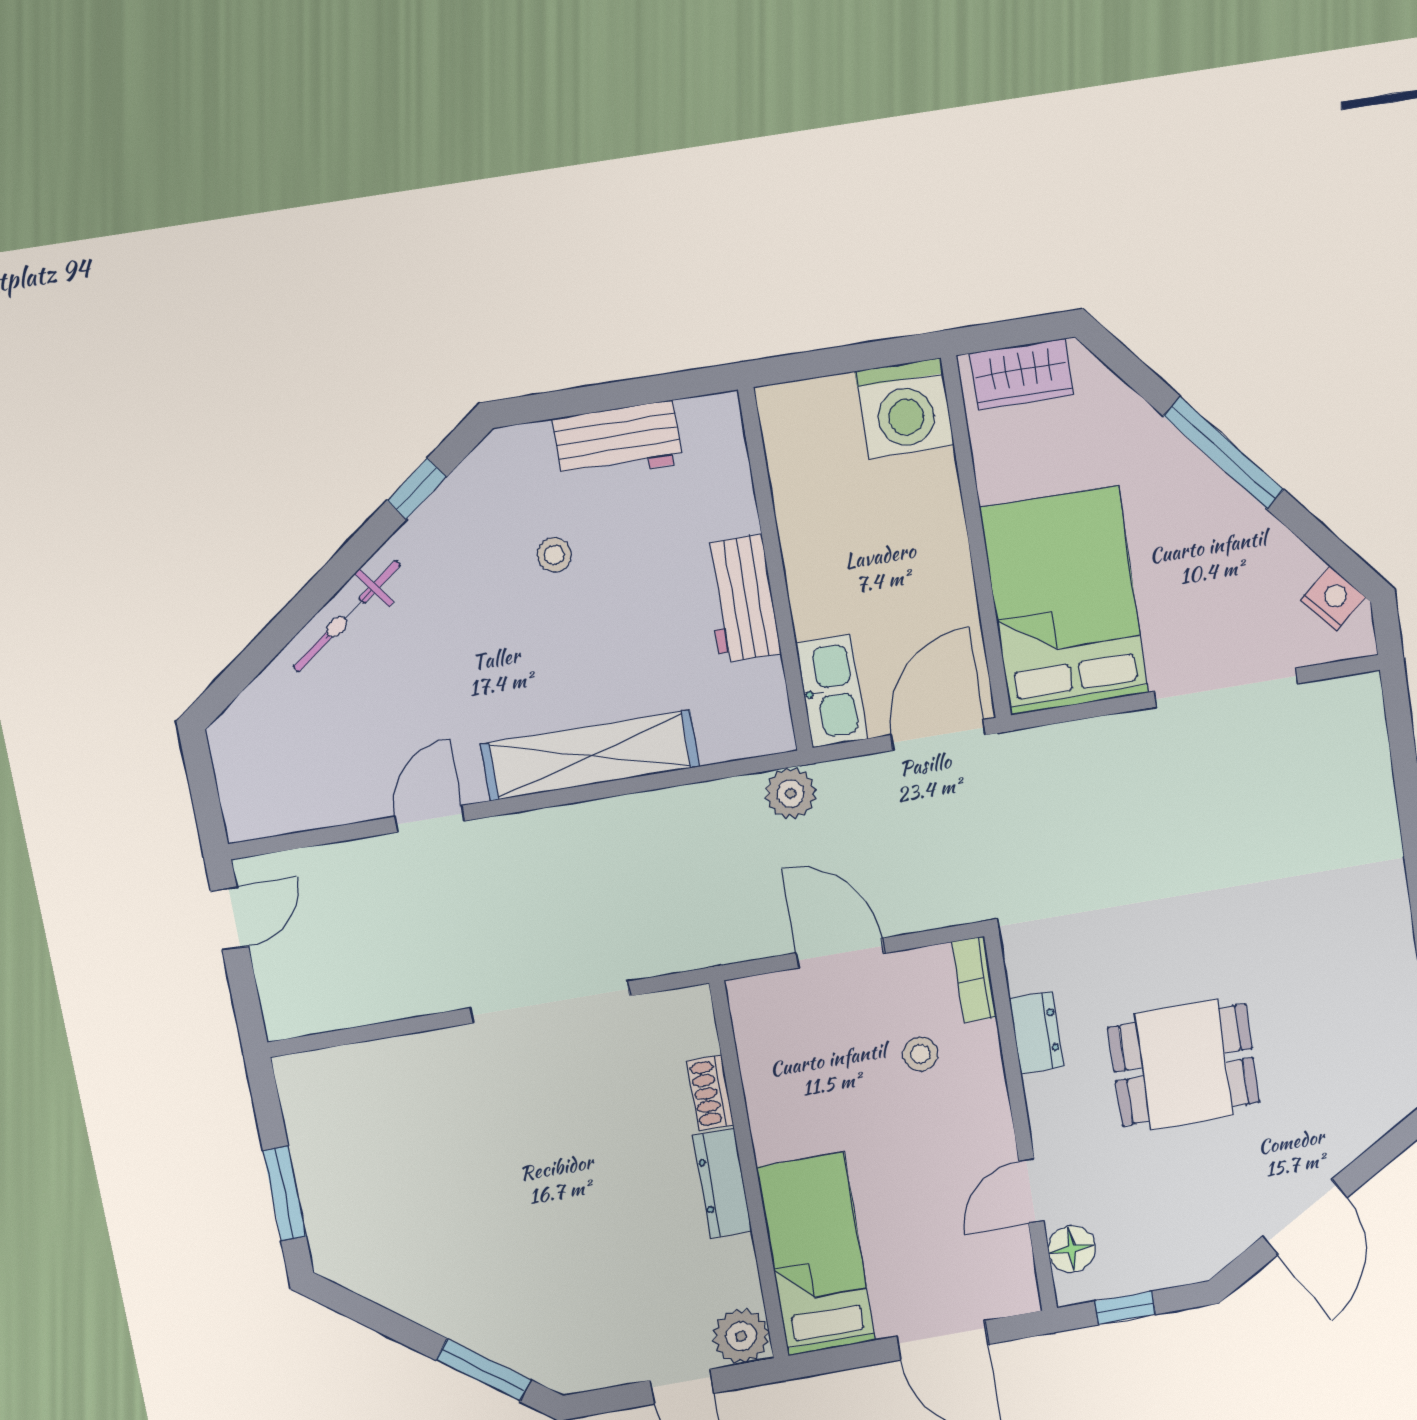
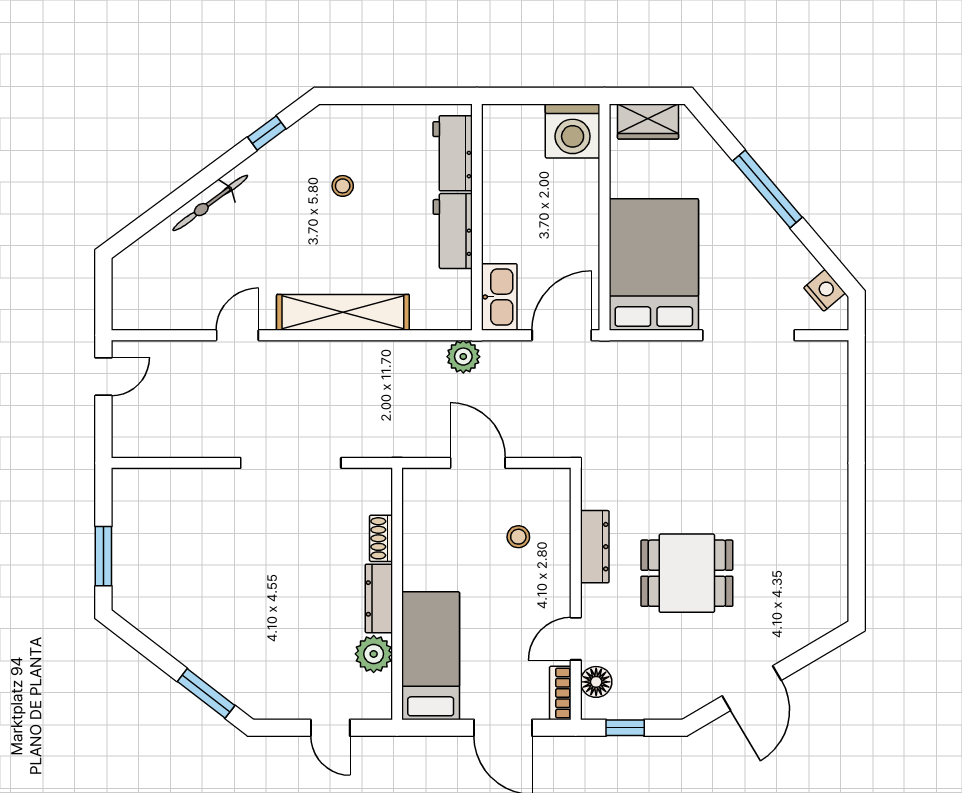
workbench: (618, 441) -> (453, 153), moved, turned 90
bookcase: (974, 980) -> (560, 693), moved
dresser: (1036, 1033) -> (595, 547), width x1.44
plant: (741, 1336) -> (374, 654), moved

